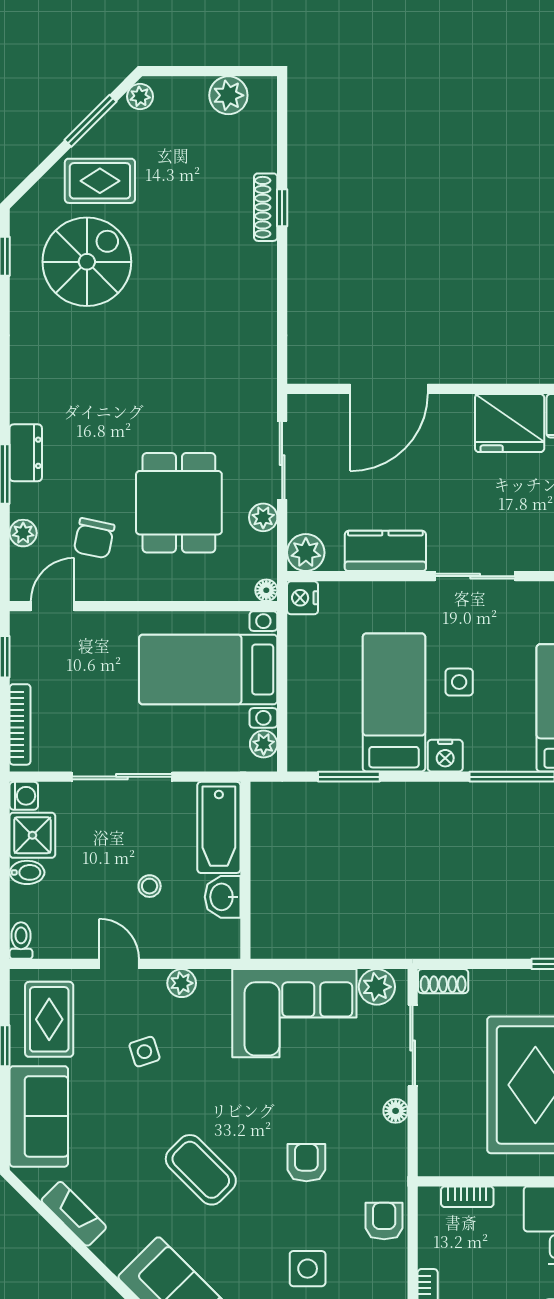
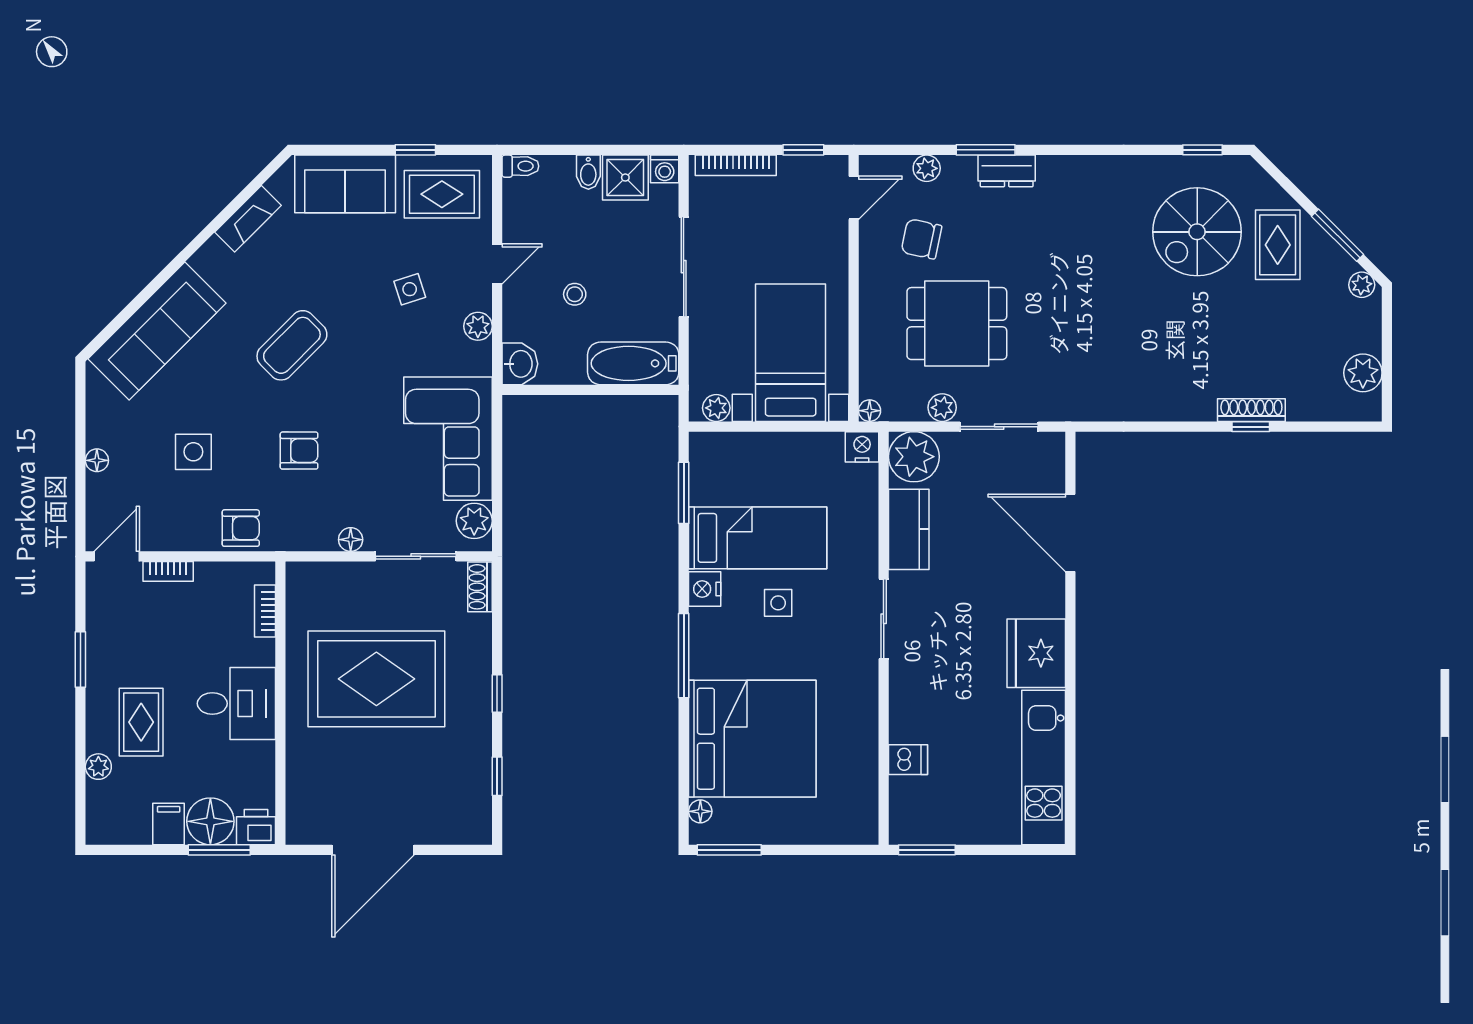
spiral stairs: (87, 262) -> (1197, 232), turned 90
plant: (306, 553) -> (914, 457), width x1.36, depth x1.36
door: (53, 606) -> (854, 198), hinge flipped
washbasin: (223, 897) -> (520, 364), moved, turned 90

